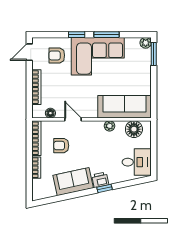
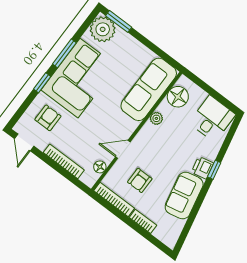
plant: (146, 43) -> (103, 29), width x1.88, depth x1.88
armchair: (57, 55) -> (48, 118), turned 180

